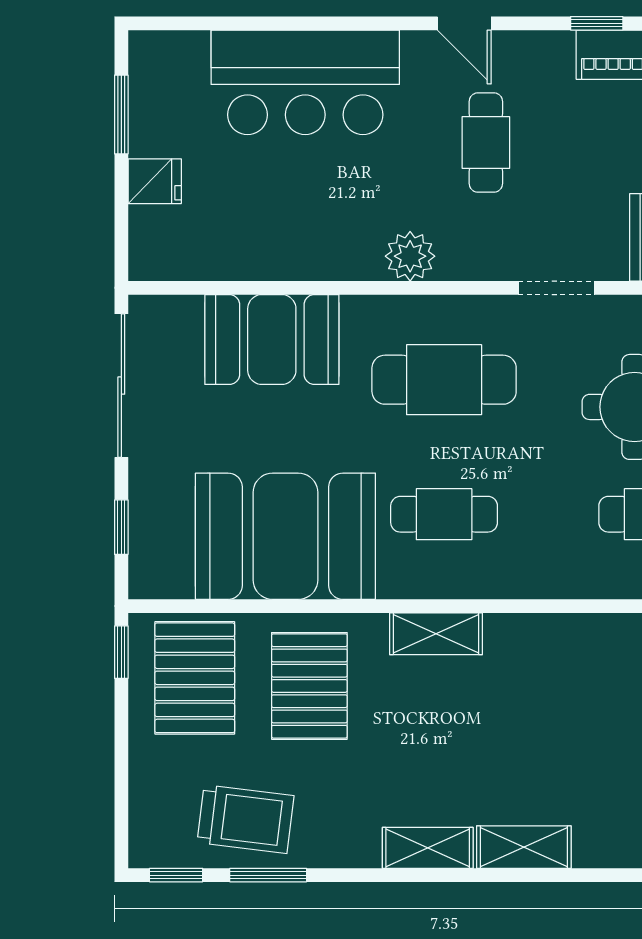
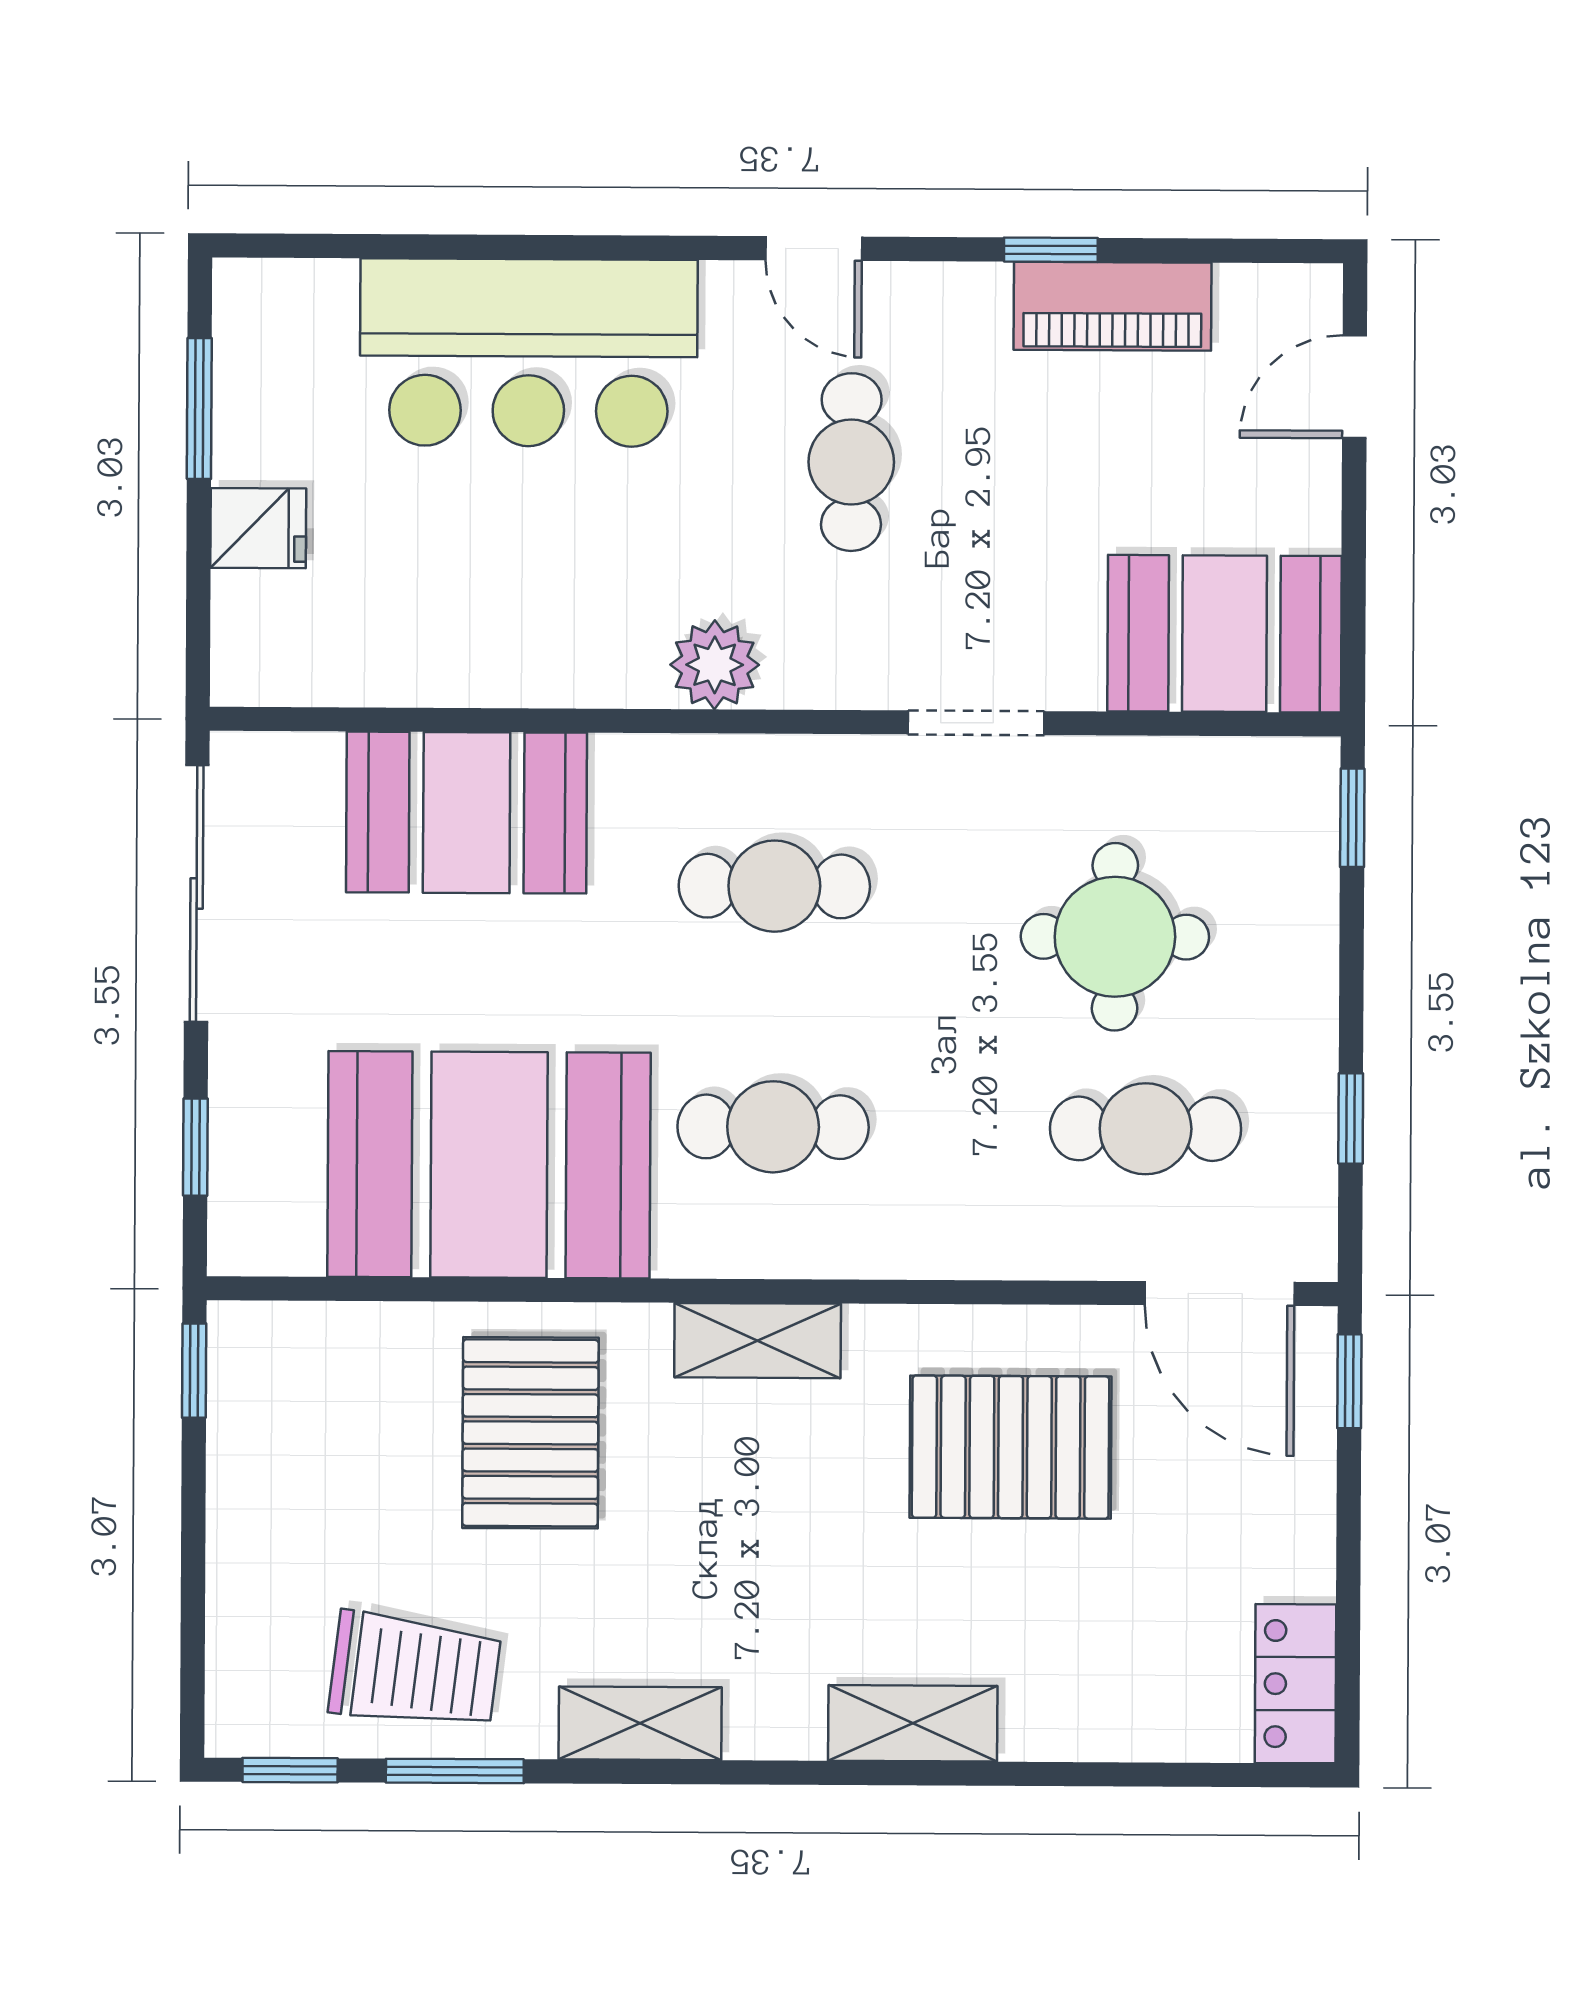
cafe table: (444, 380) -> (774, 886), width x0.73, depth x0.74
pallet: (195, 678) -> (1011, 1447), moved, turned 90
shelving: (428, 848) -> (640, 1723), moved

